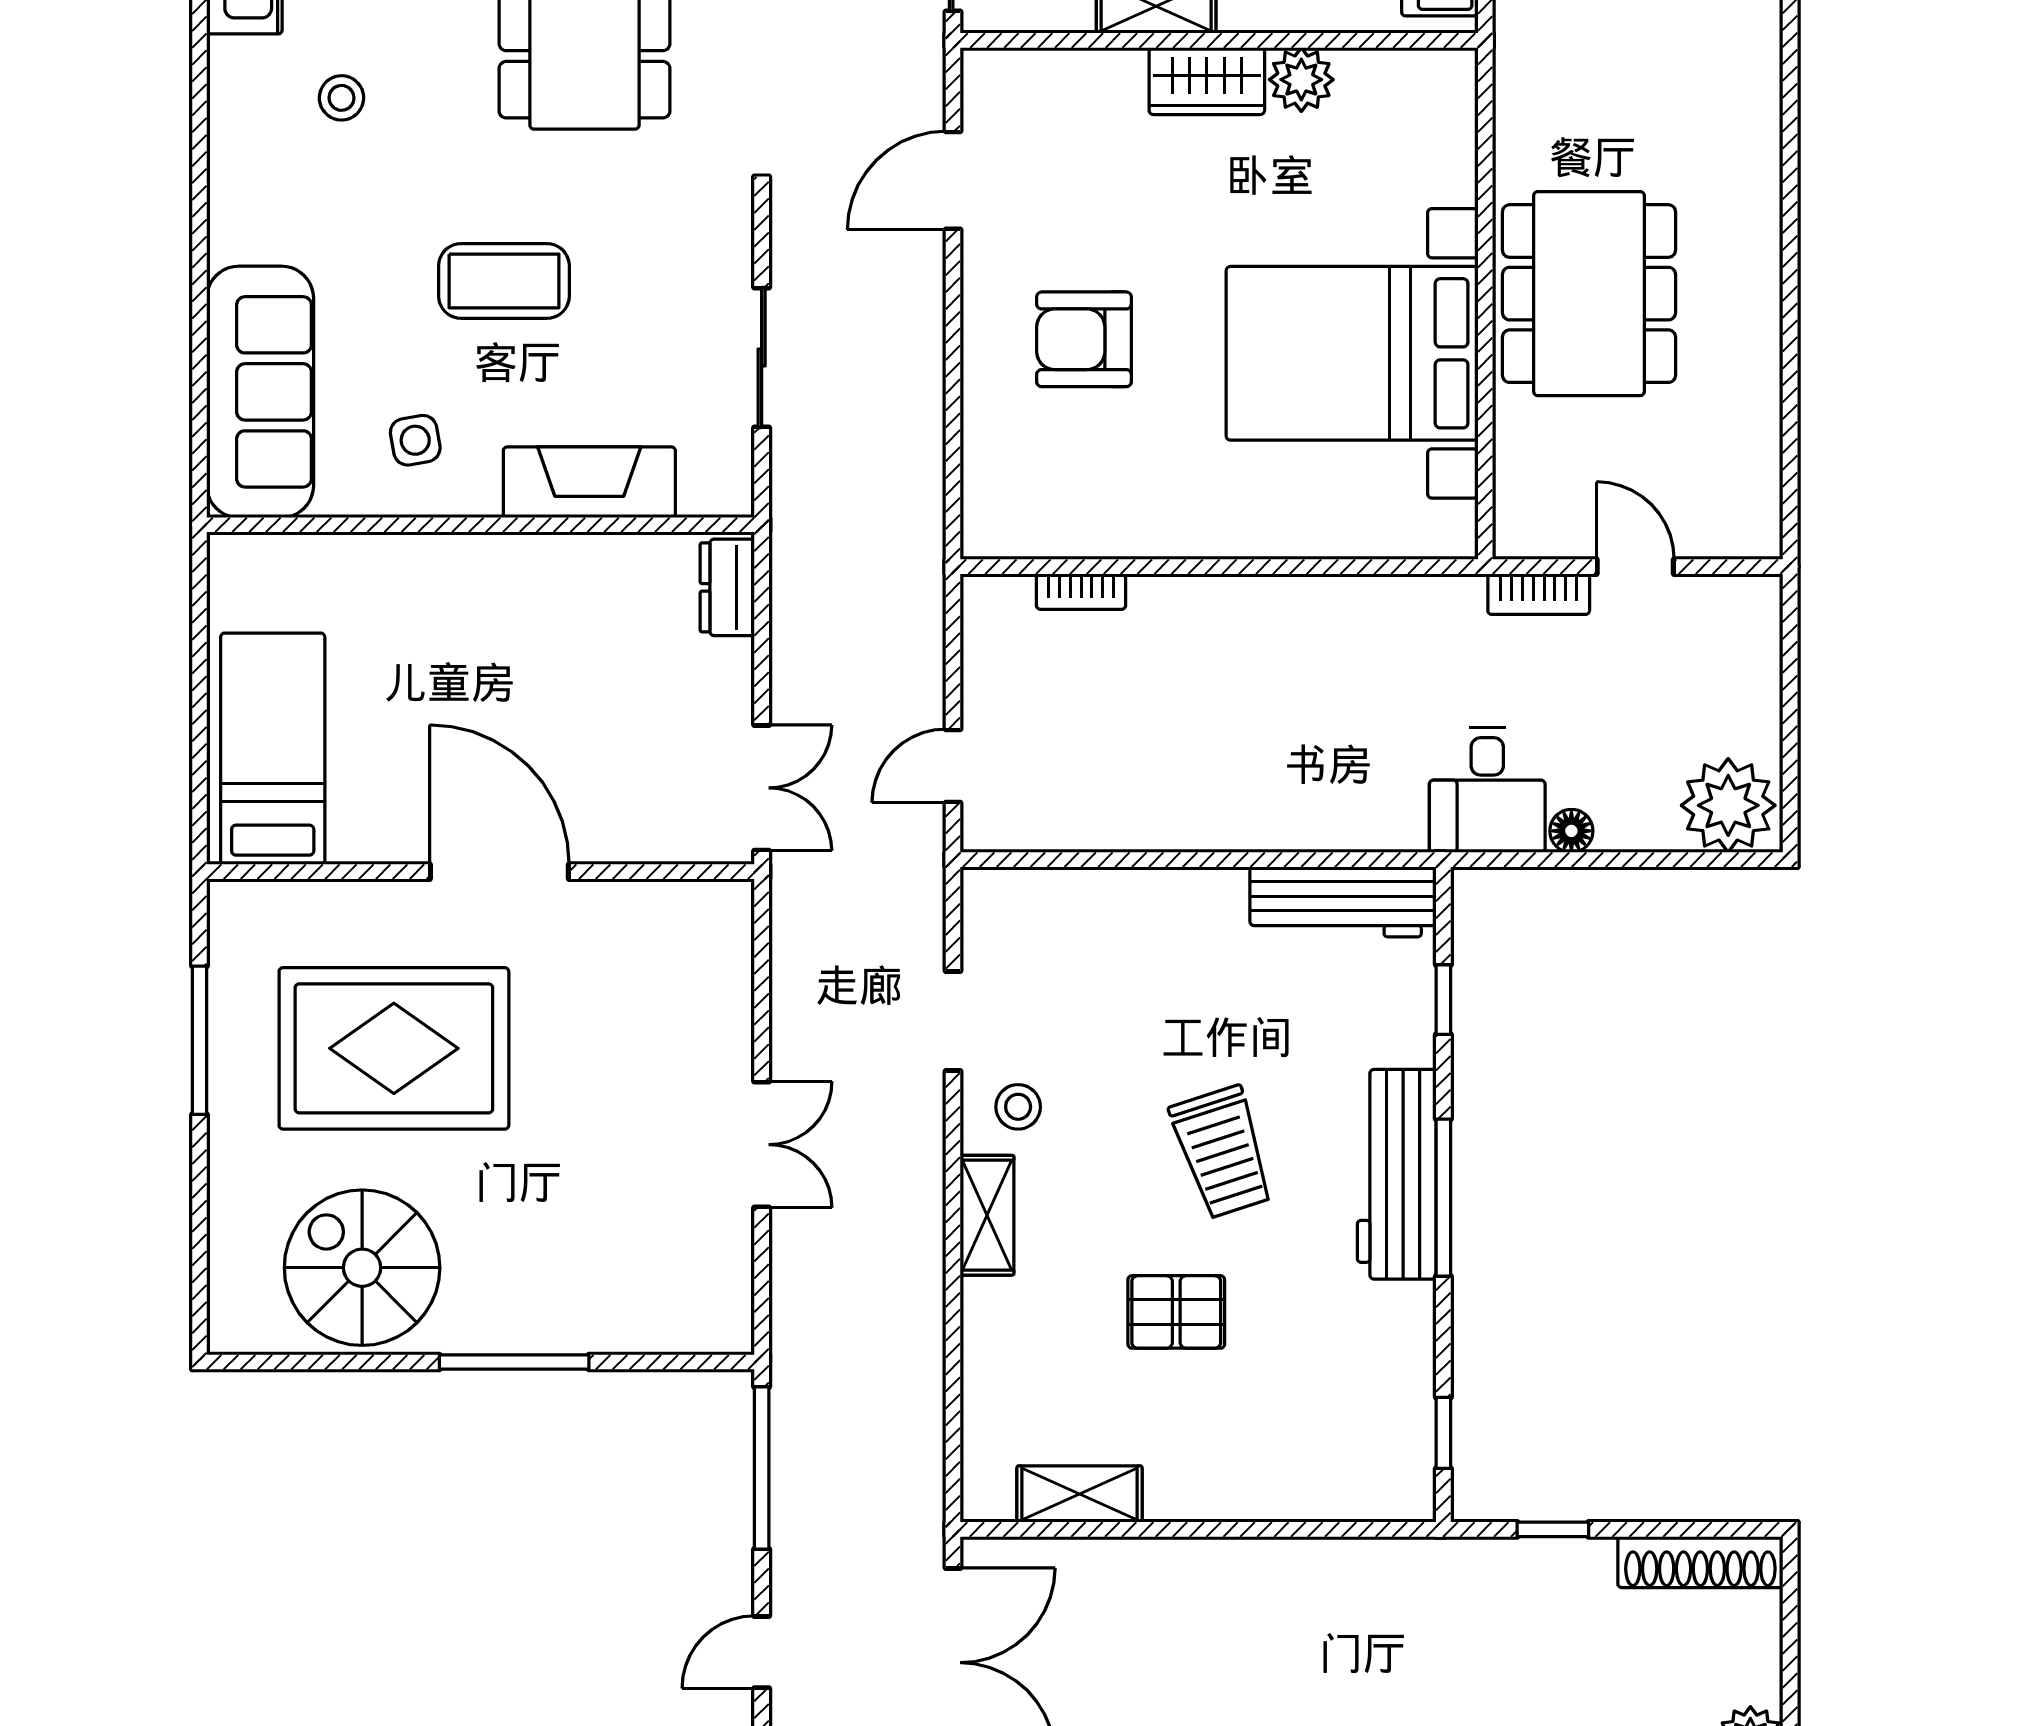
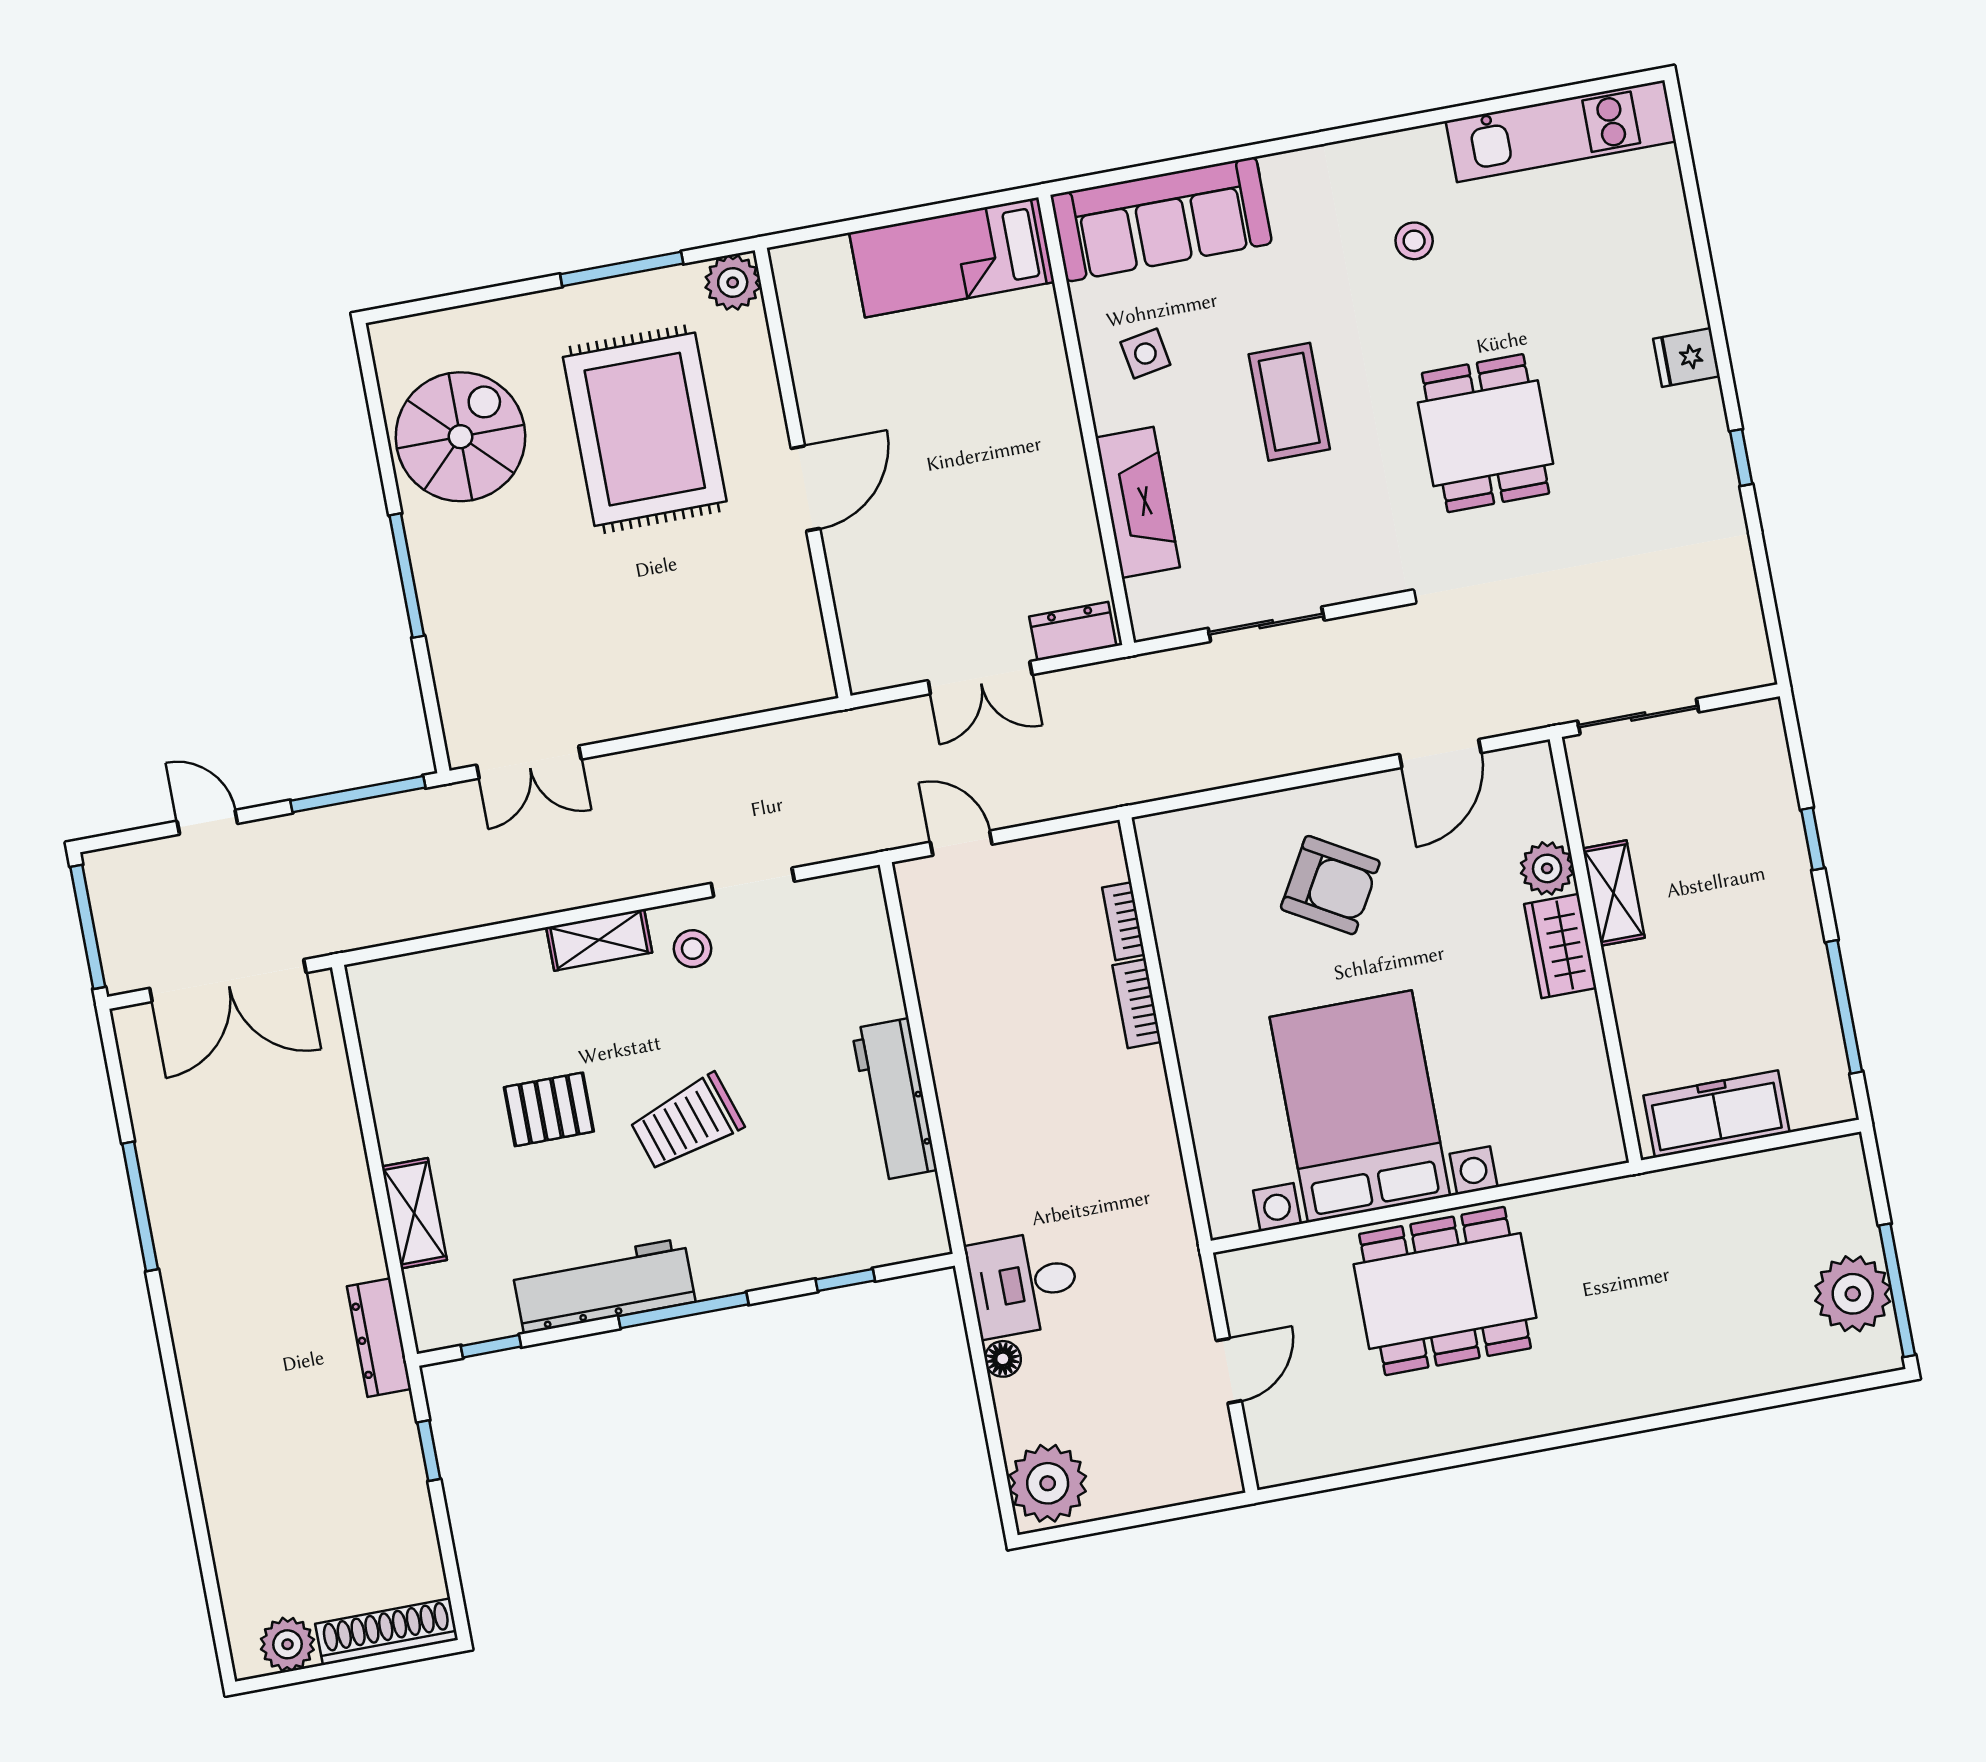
plant: (1301, 80) -> (1547, 868), moved
door: (953, 180) -> (1440, 754), swing flipped
armchair: (1084, 339) -> (1330, 885), turned 120
bookcase: (1539, 594) -> (1137, 1004), moved
bed: (273, 749) -> (952, 257), moved, turned 180
double door: (762, 788) -> (980, 678), moved
door: (499, 872) -> (805, 488), width x0.73
workbench: (1343, 902) -> (894, 1099), moved
plant: (240, 912) -> (733, 282), added
double door: (762, 1145) -> (529, 762), moved
workbench: (1397, 1174) -> (604, 1286), moved
pallet: (1176, 1312) -> (549, 1109), turned 90
shelving: (1079, 1494) -> (414, 1213), moved
shoe rack: (1700, 1562) -> (387, 1632), moved, turned 90
dresser: (1408, 1563) -> (379, 1338), added

